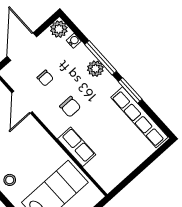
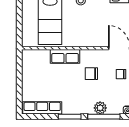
row of seats: (139, 117) -> (42, 108), width x0.73

